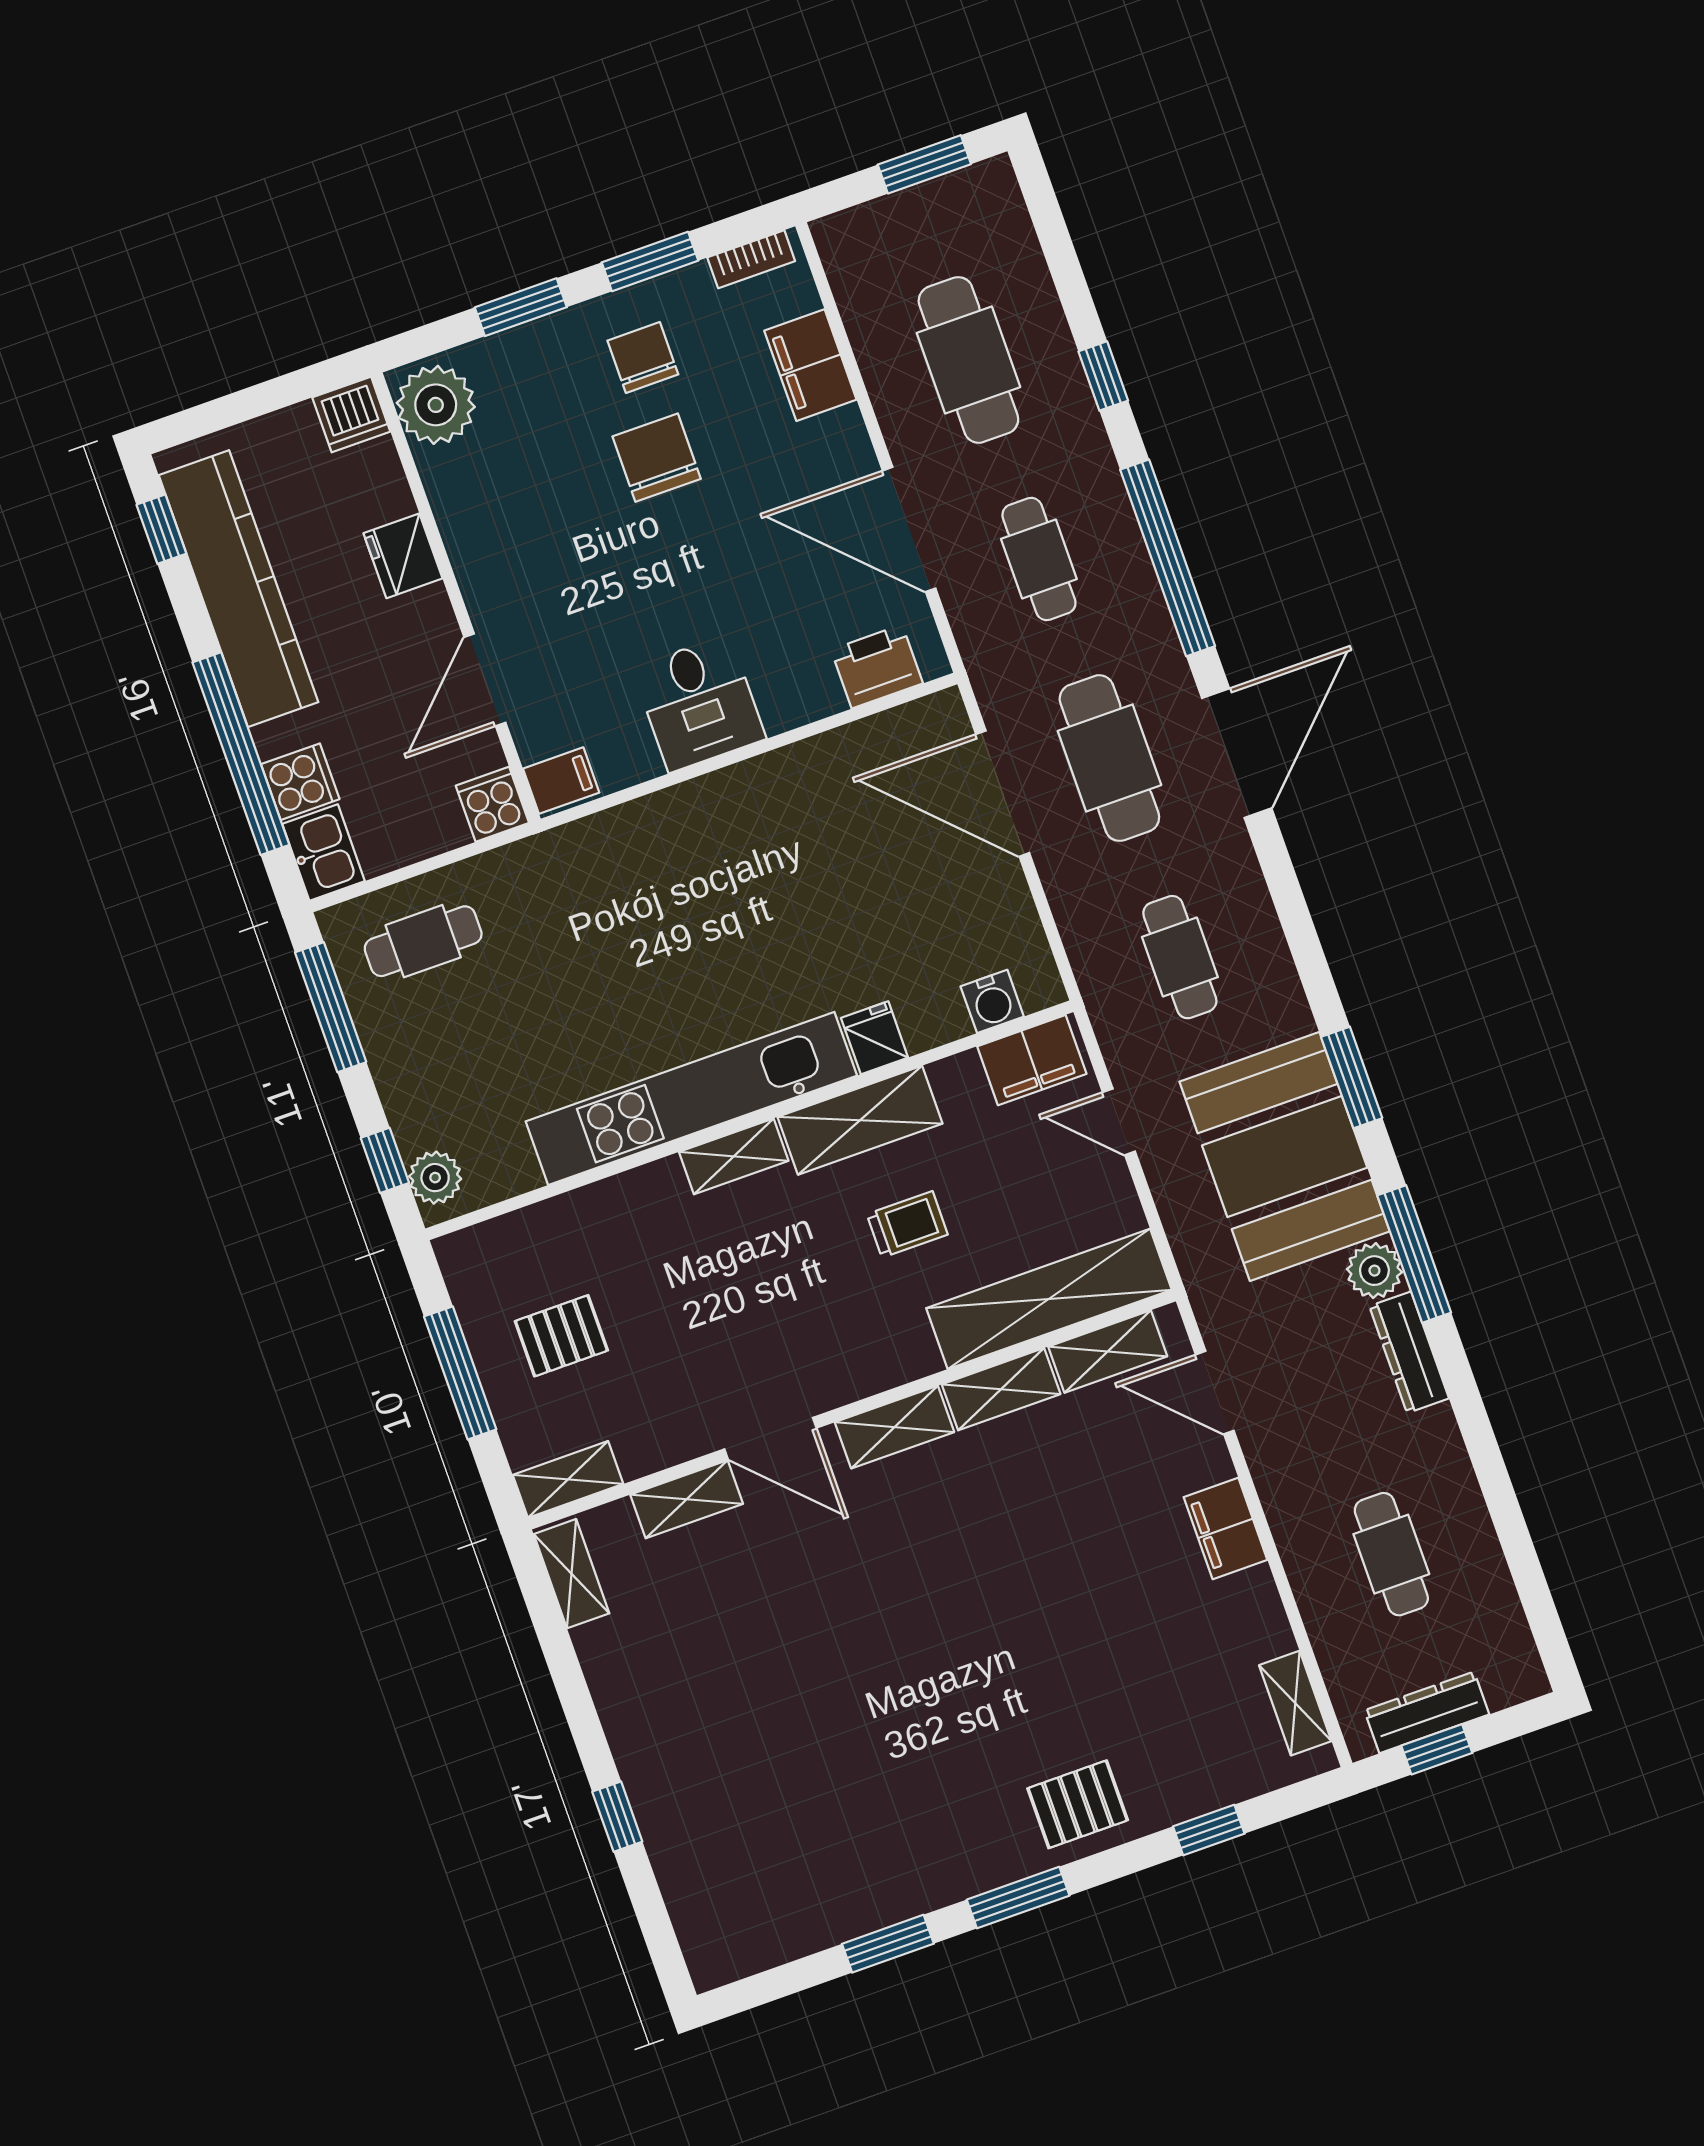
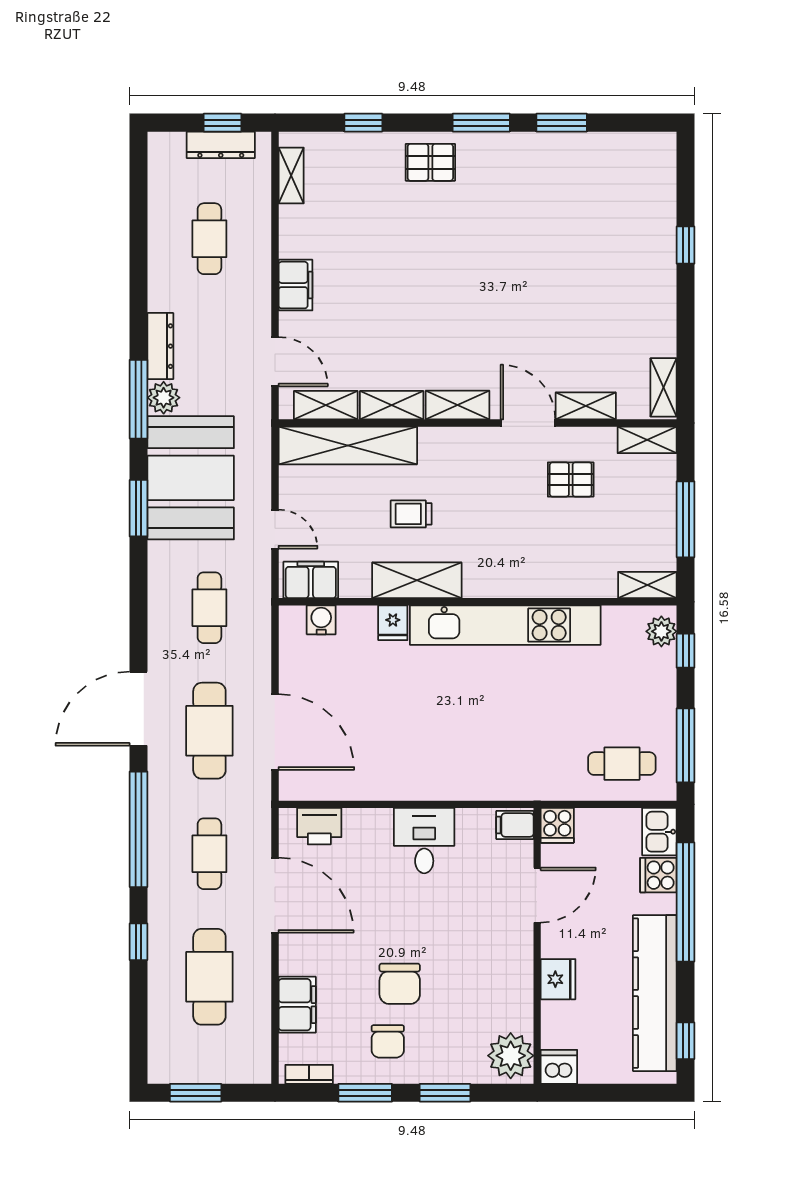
shelving: (734, 1156) -> (647, 585), moved
pallet: (561, 1336) -> (571, 479), moved

